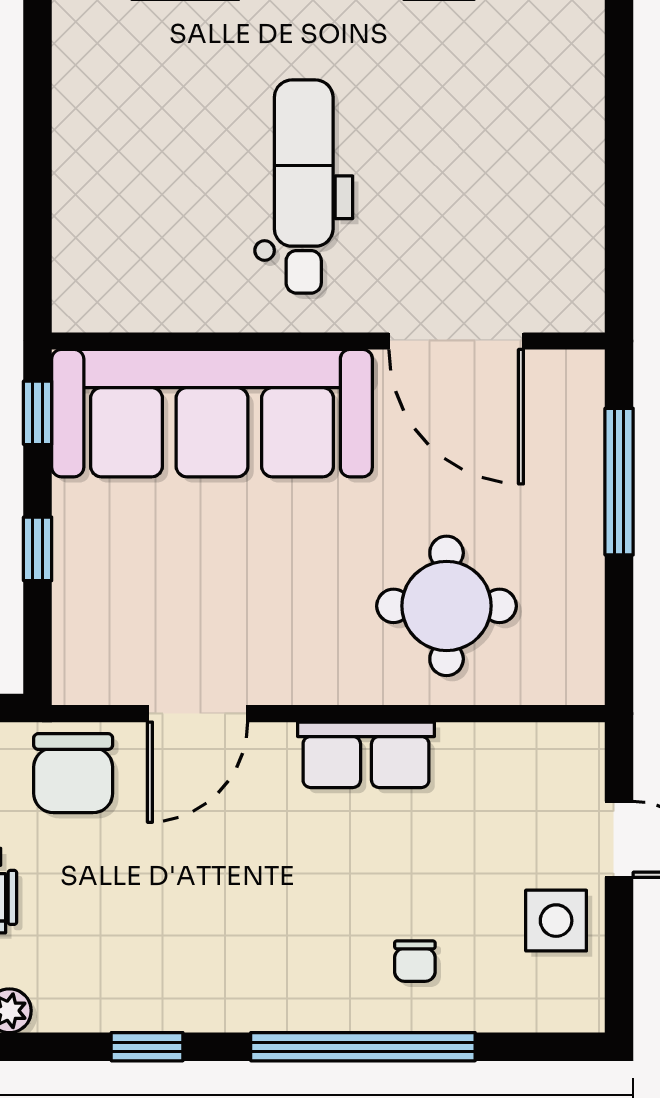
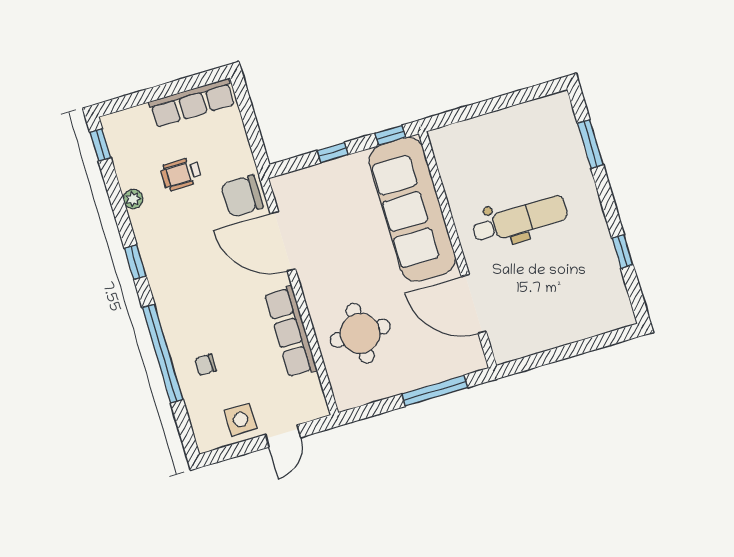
door: (456, 341) -> (474, 304), hinge flipped
door: (198, 714) -> (283, 241), width x1.36
row of seats: (366, 755) -> (291, 332), width x1.48

